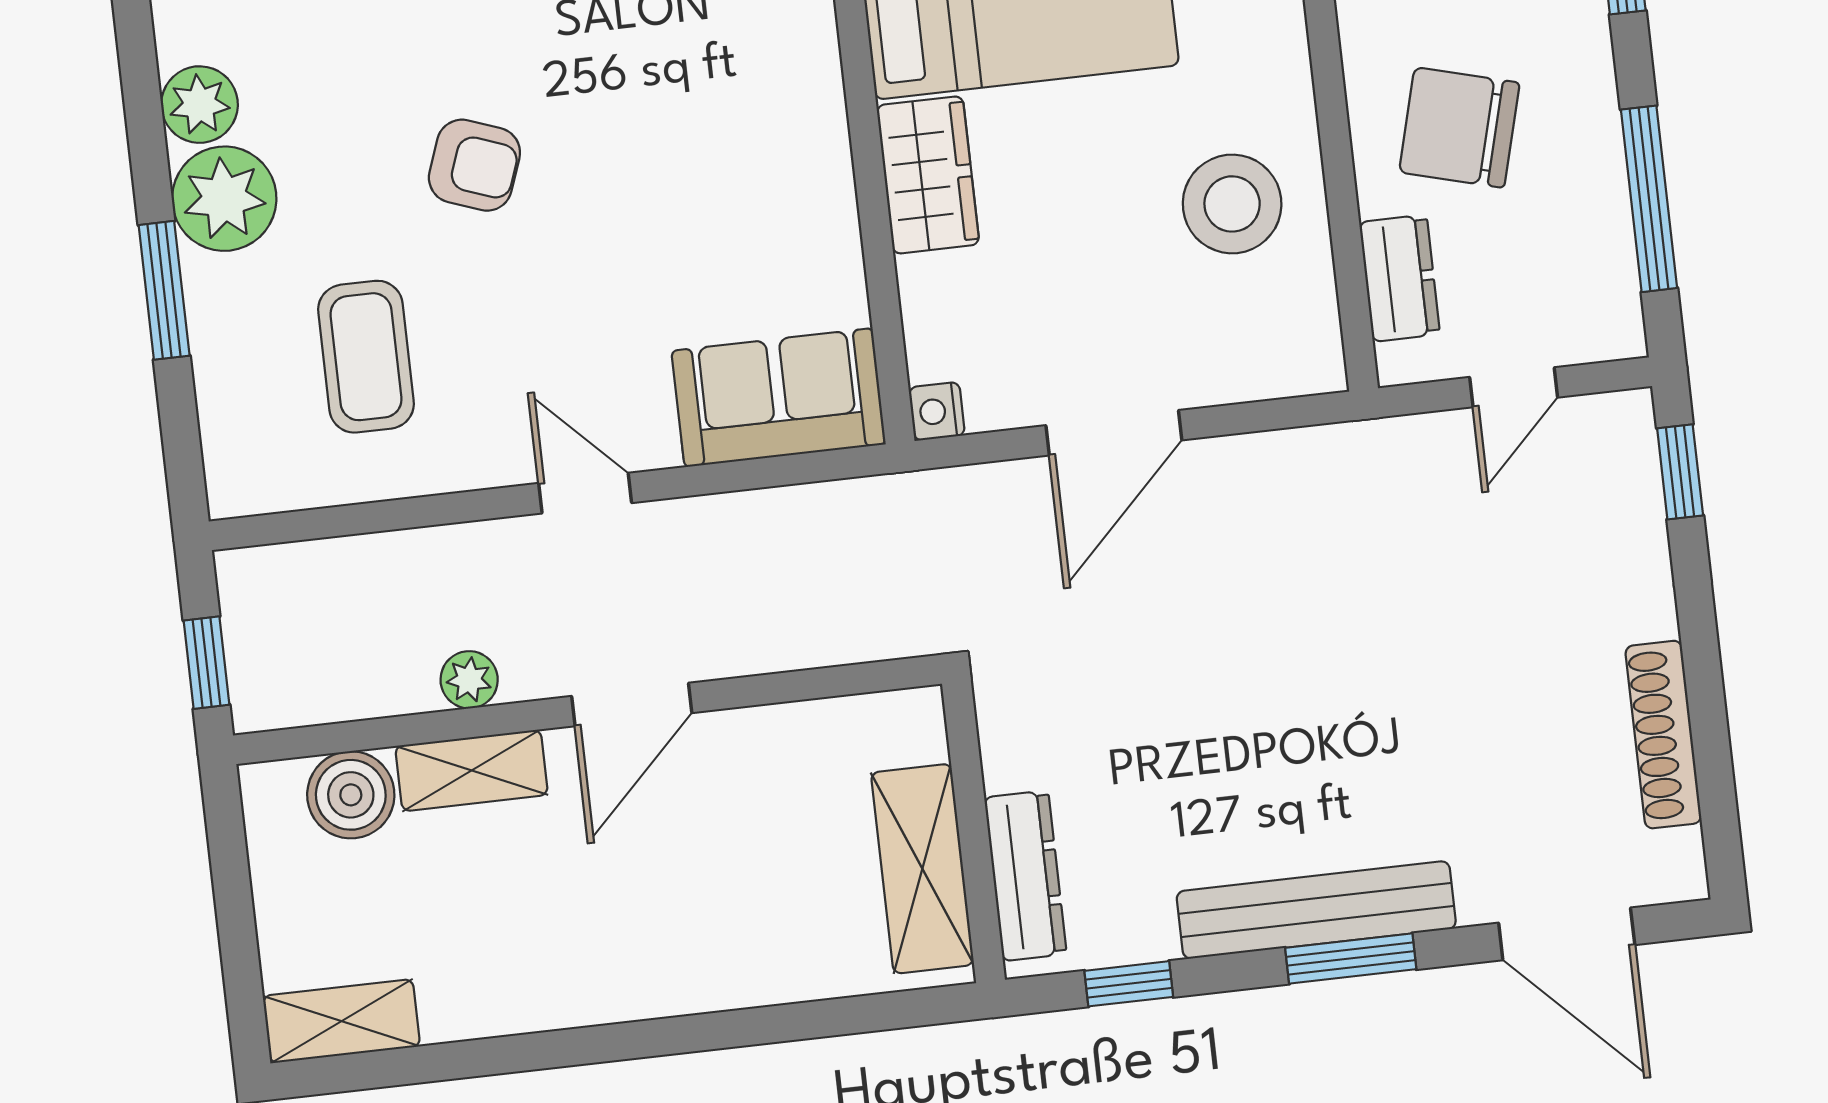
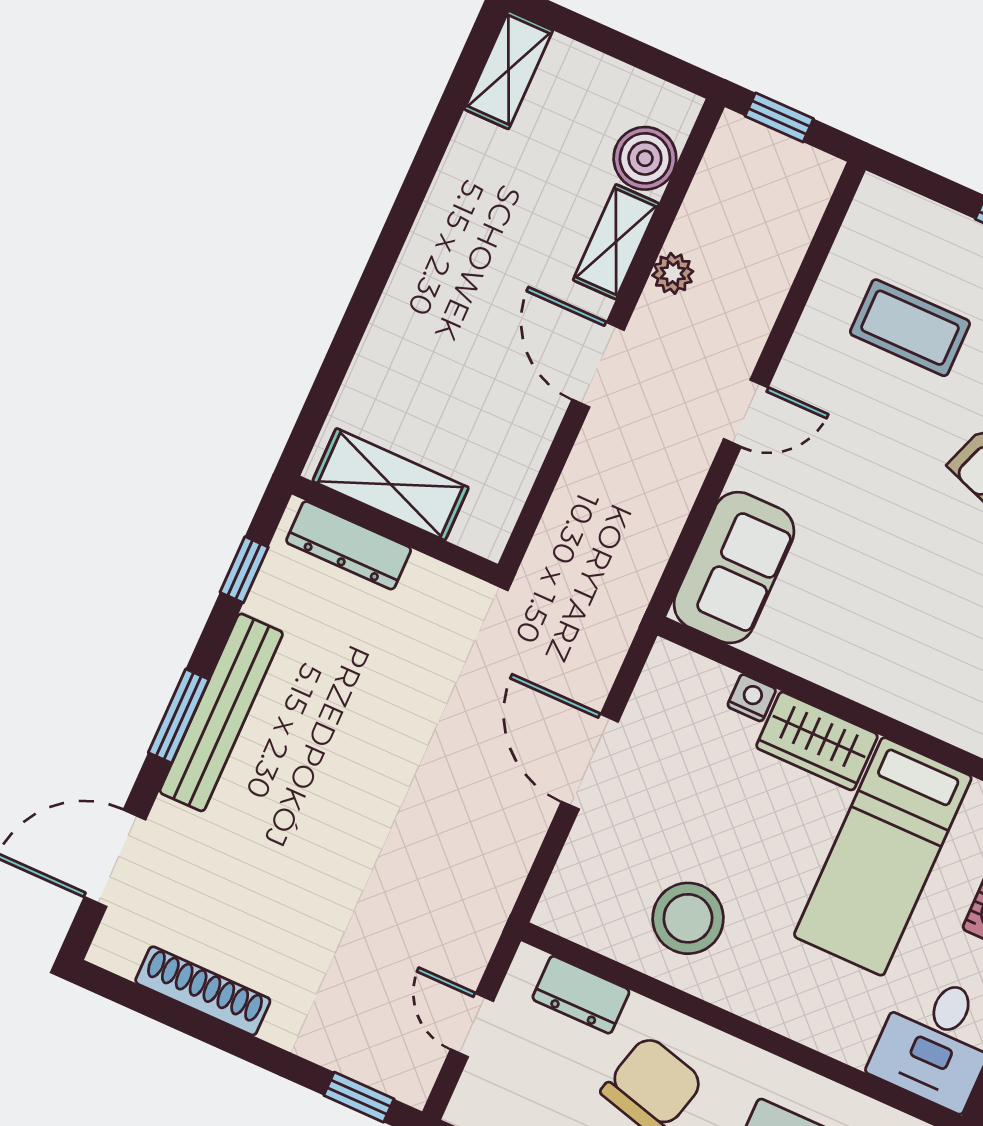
nightstand: (937, 411) -> (752, 698), moved

